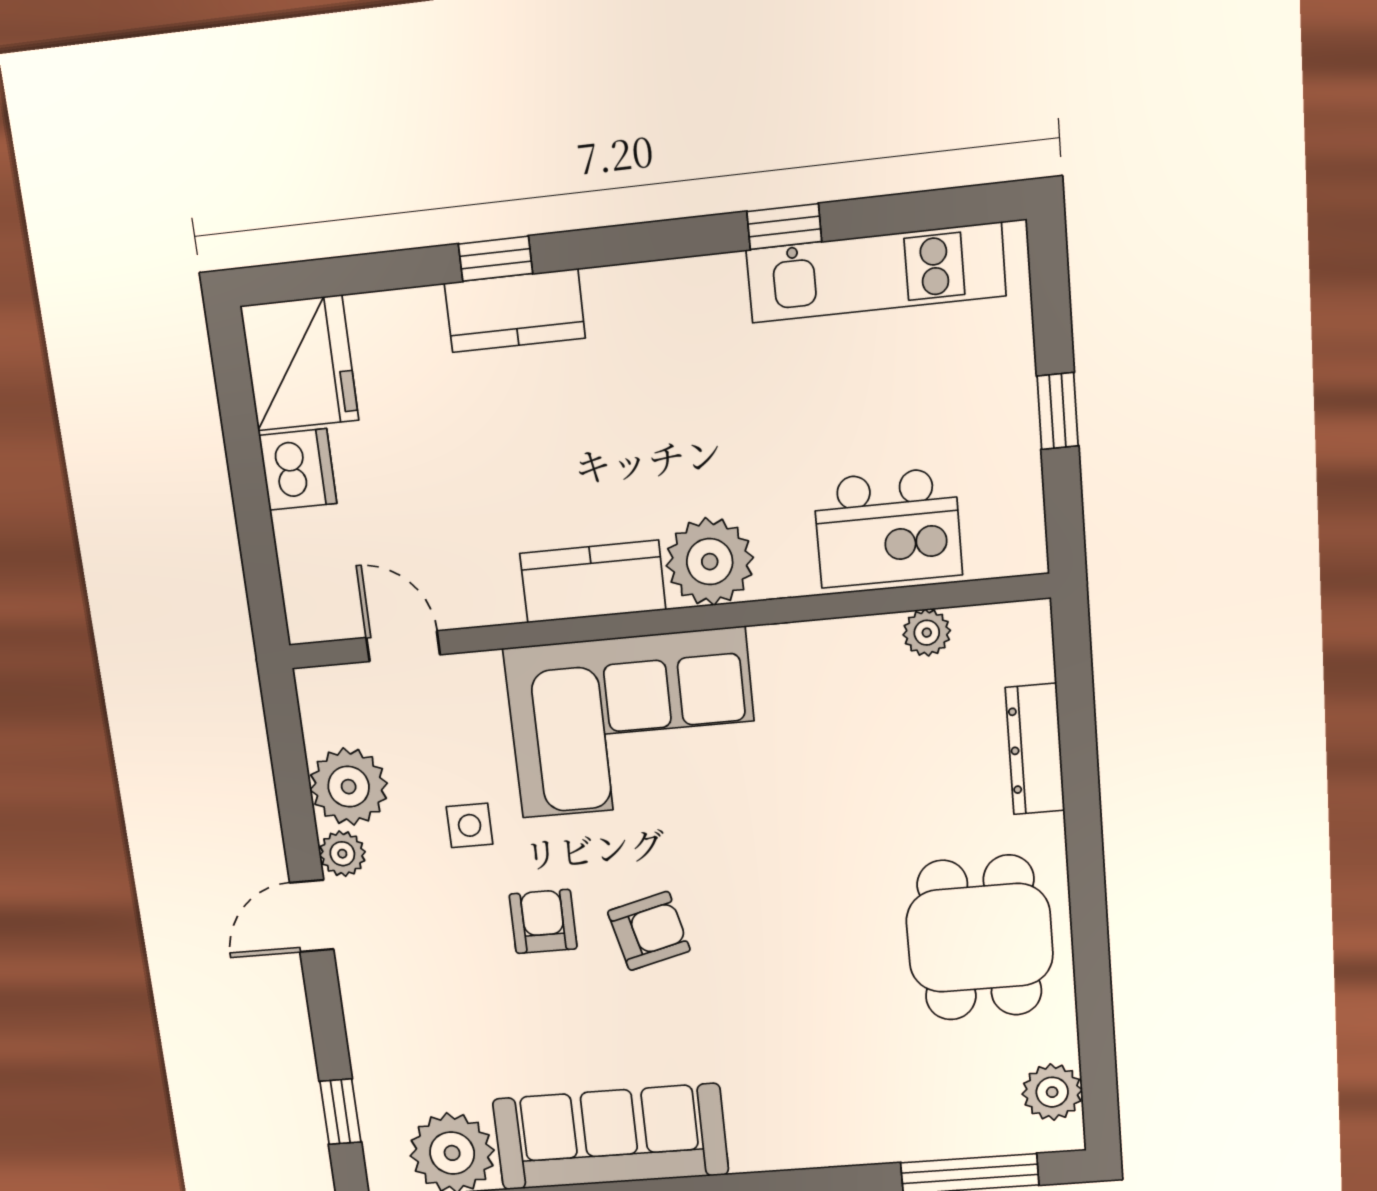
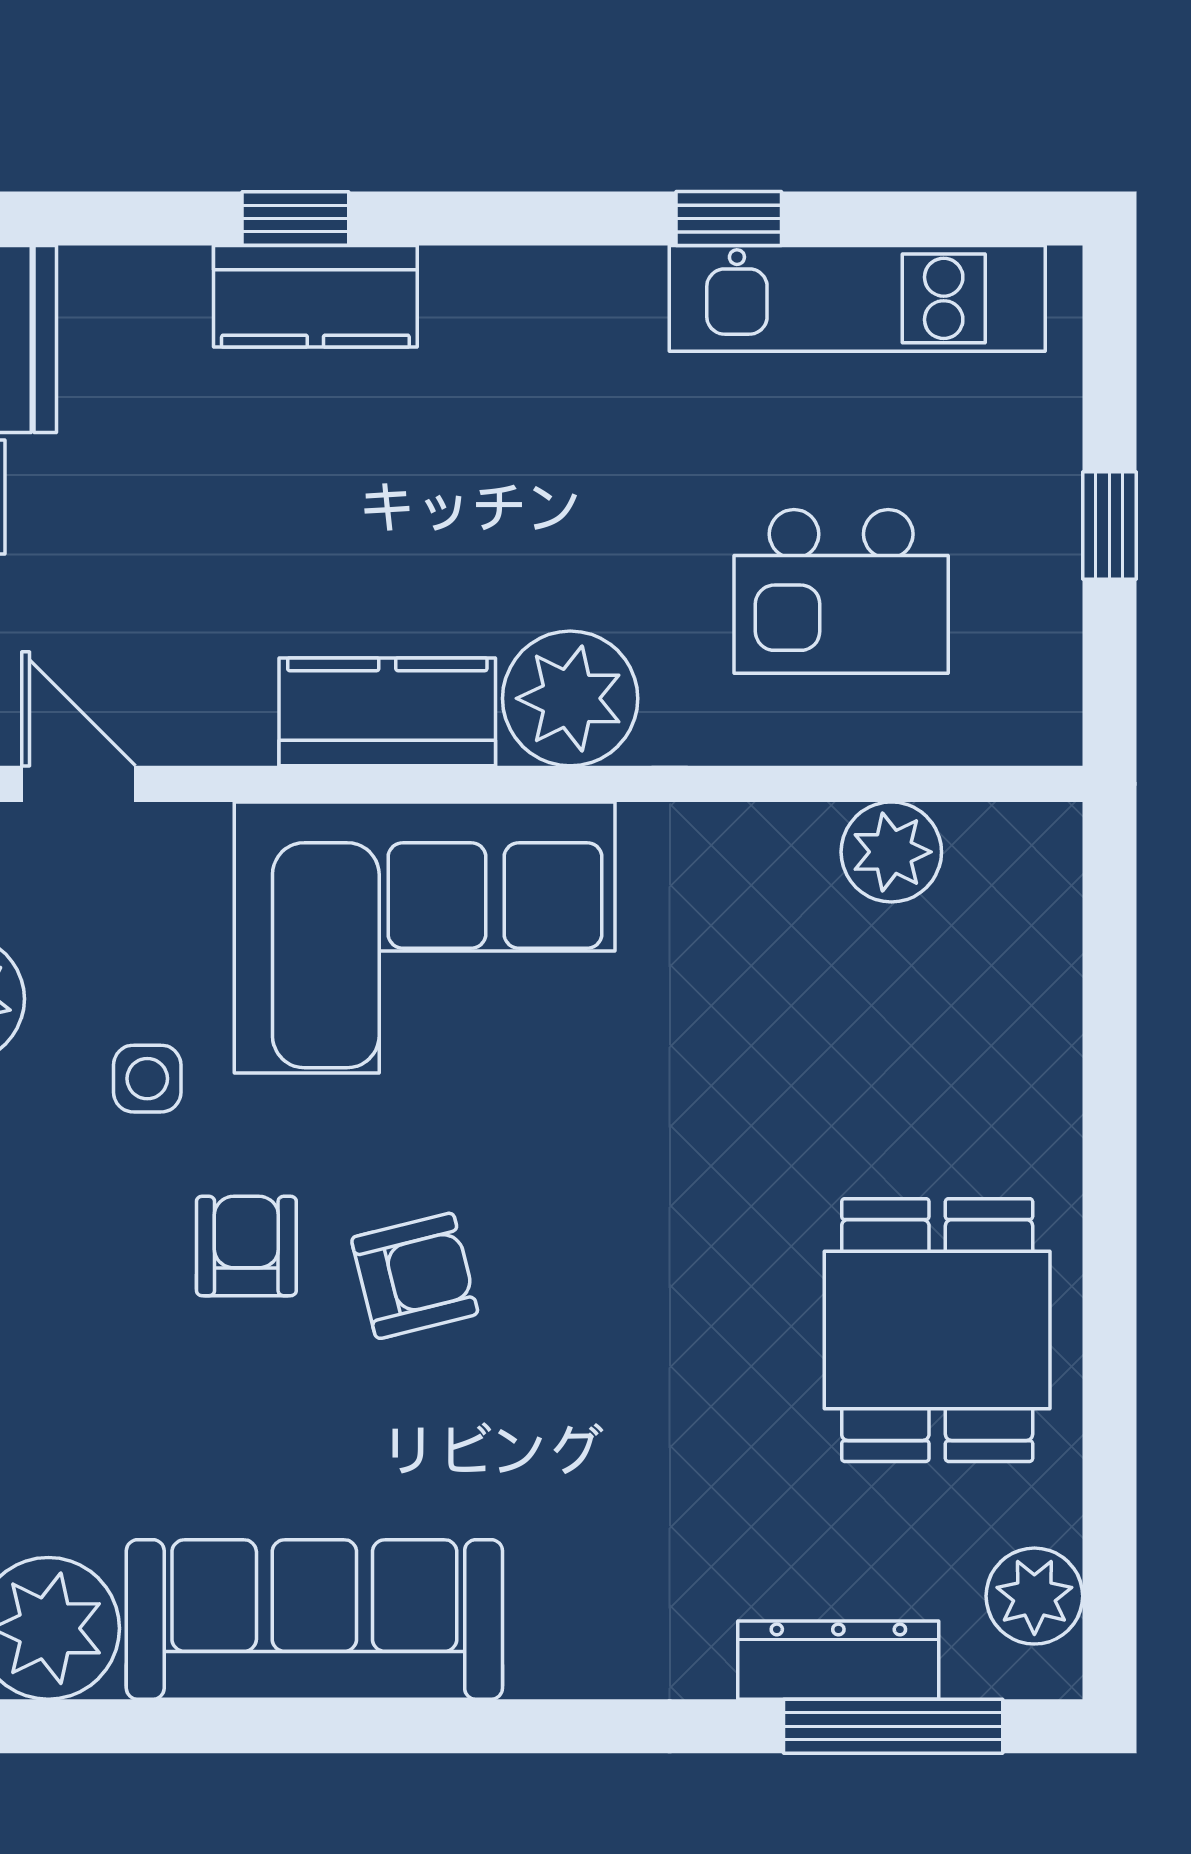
kitchen island: (888, 528) -> (841, 591), moved
plant: (927, 633) -> (891, 852), width x1.38, depth x1.38
dresser: (1035, 749) -> (838, 1660), moved, turned 90

